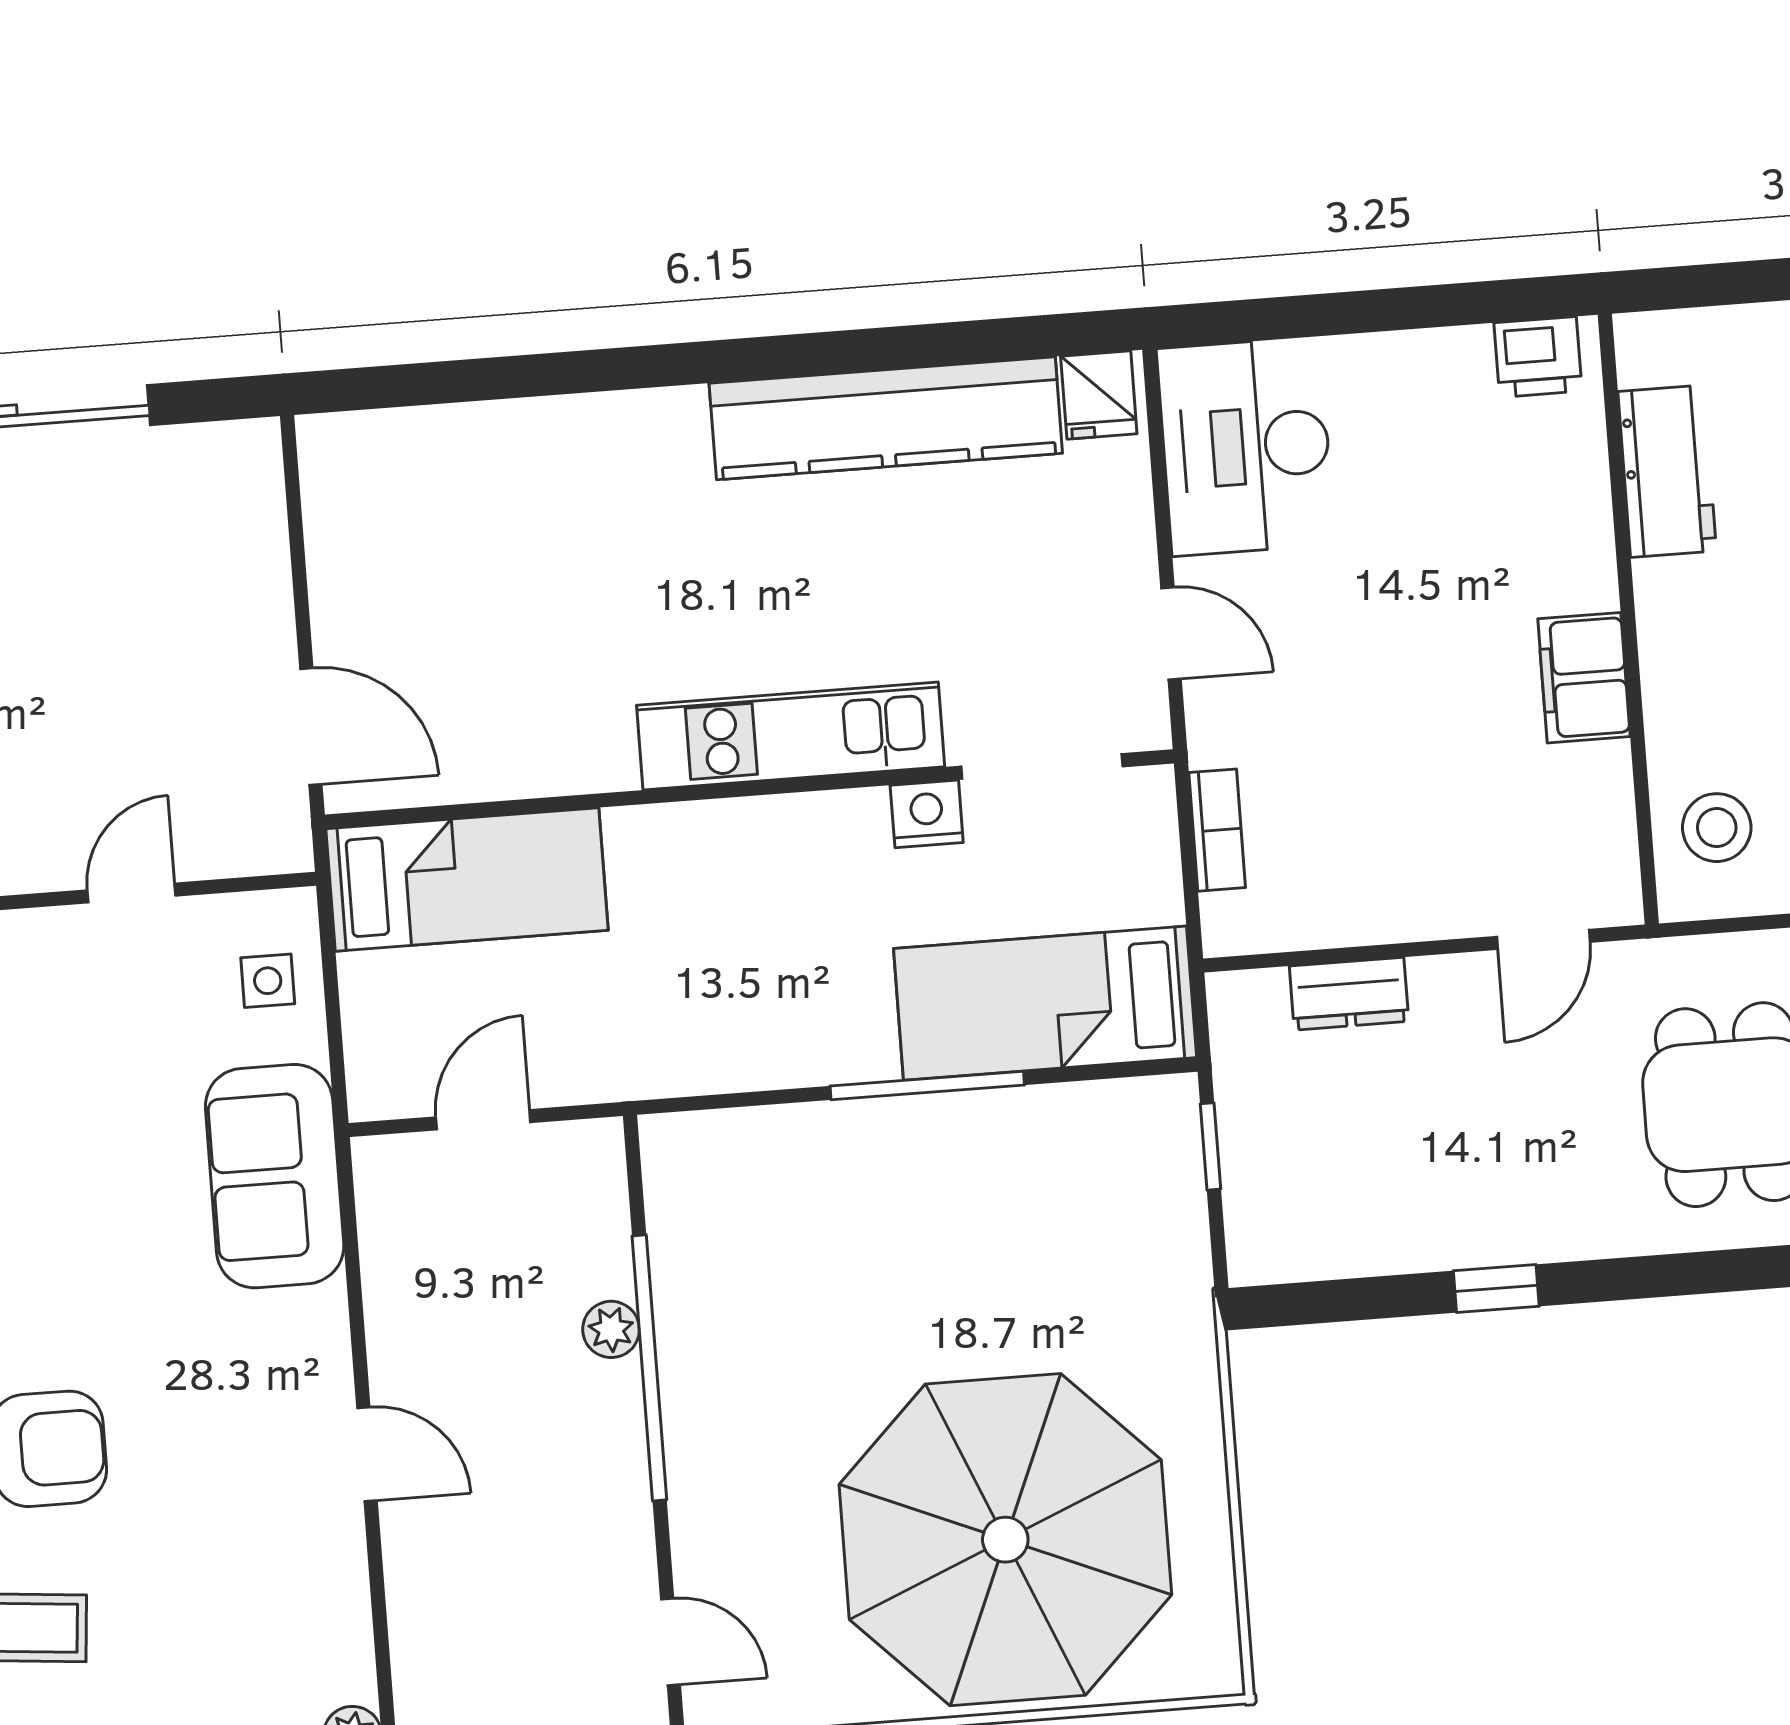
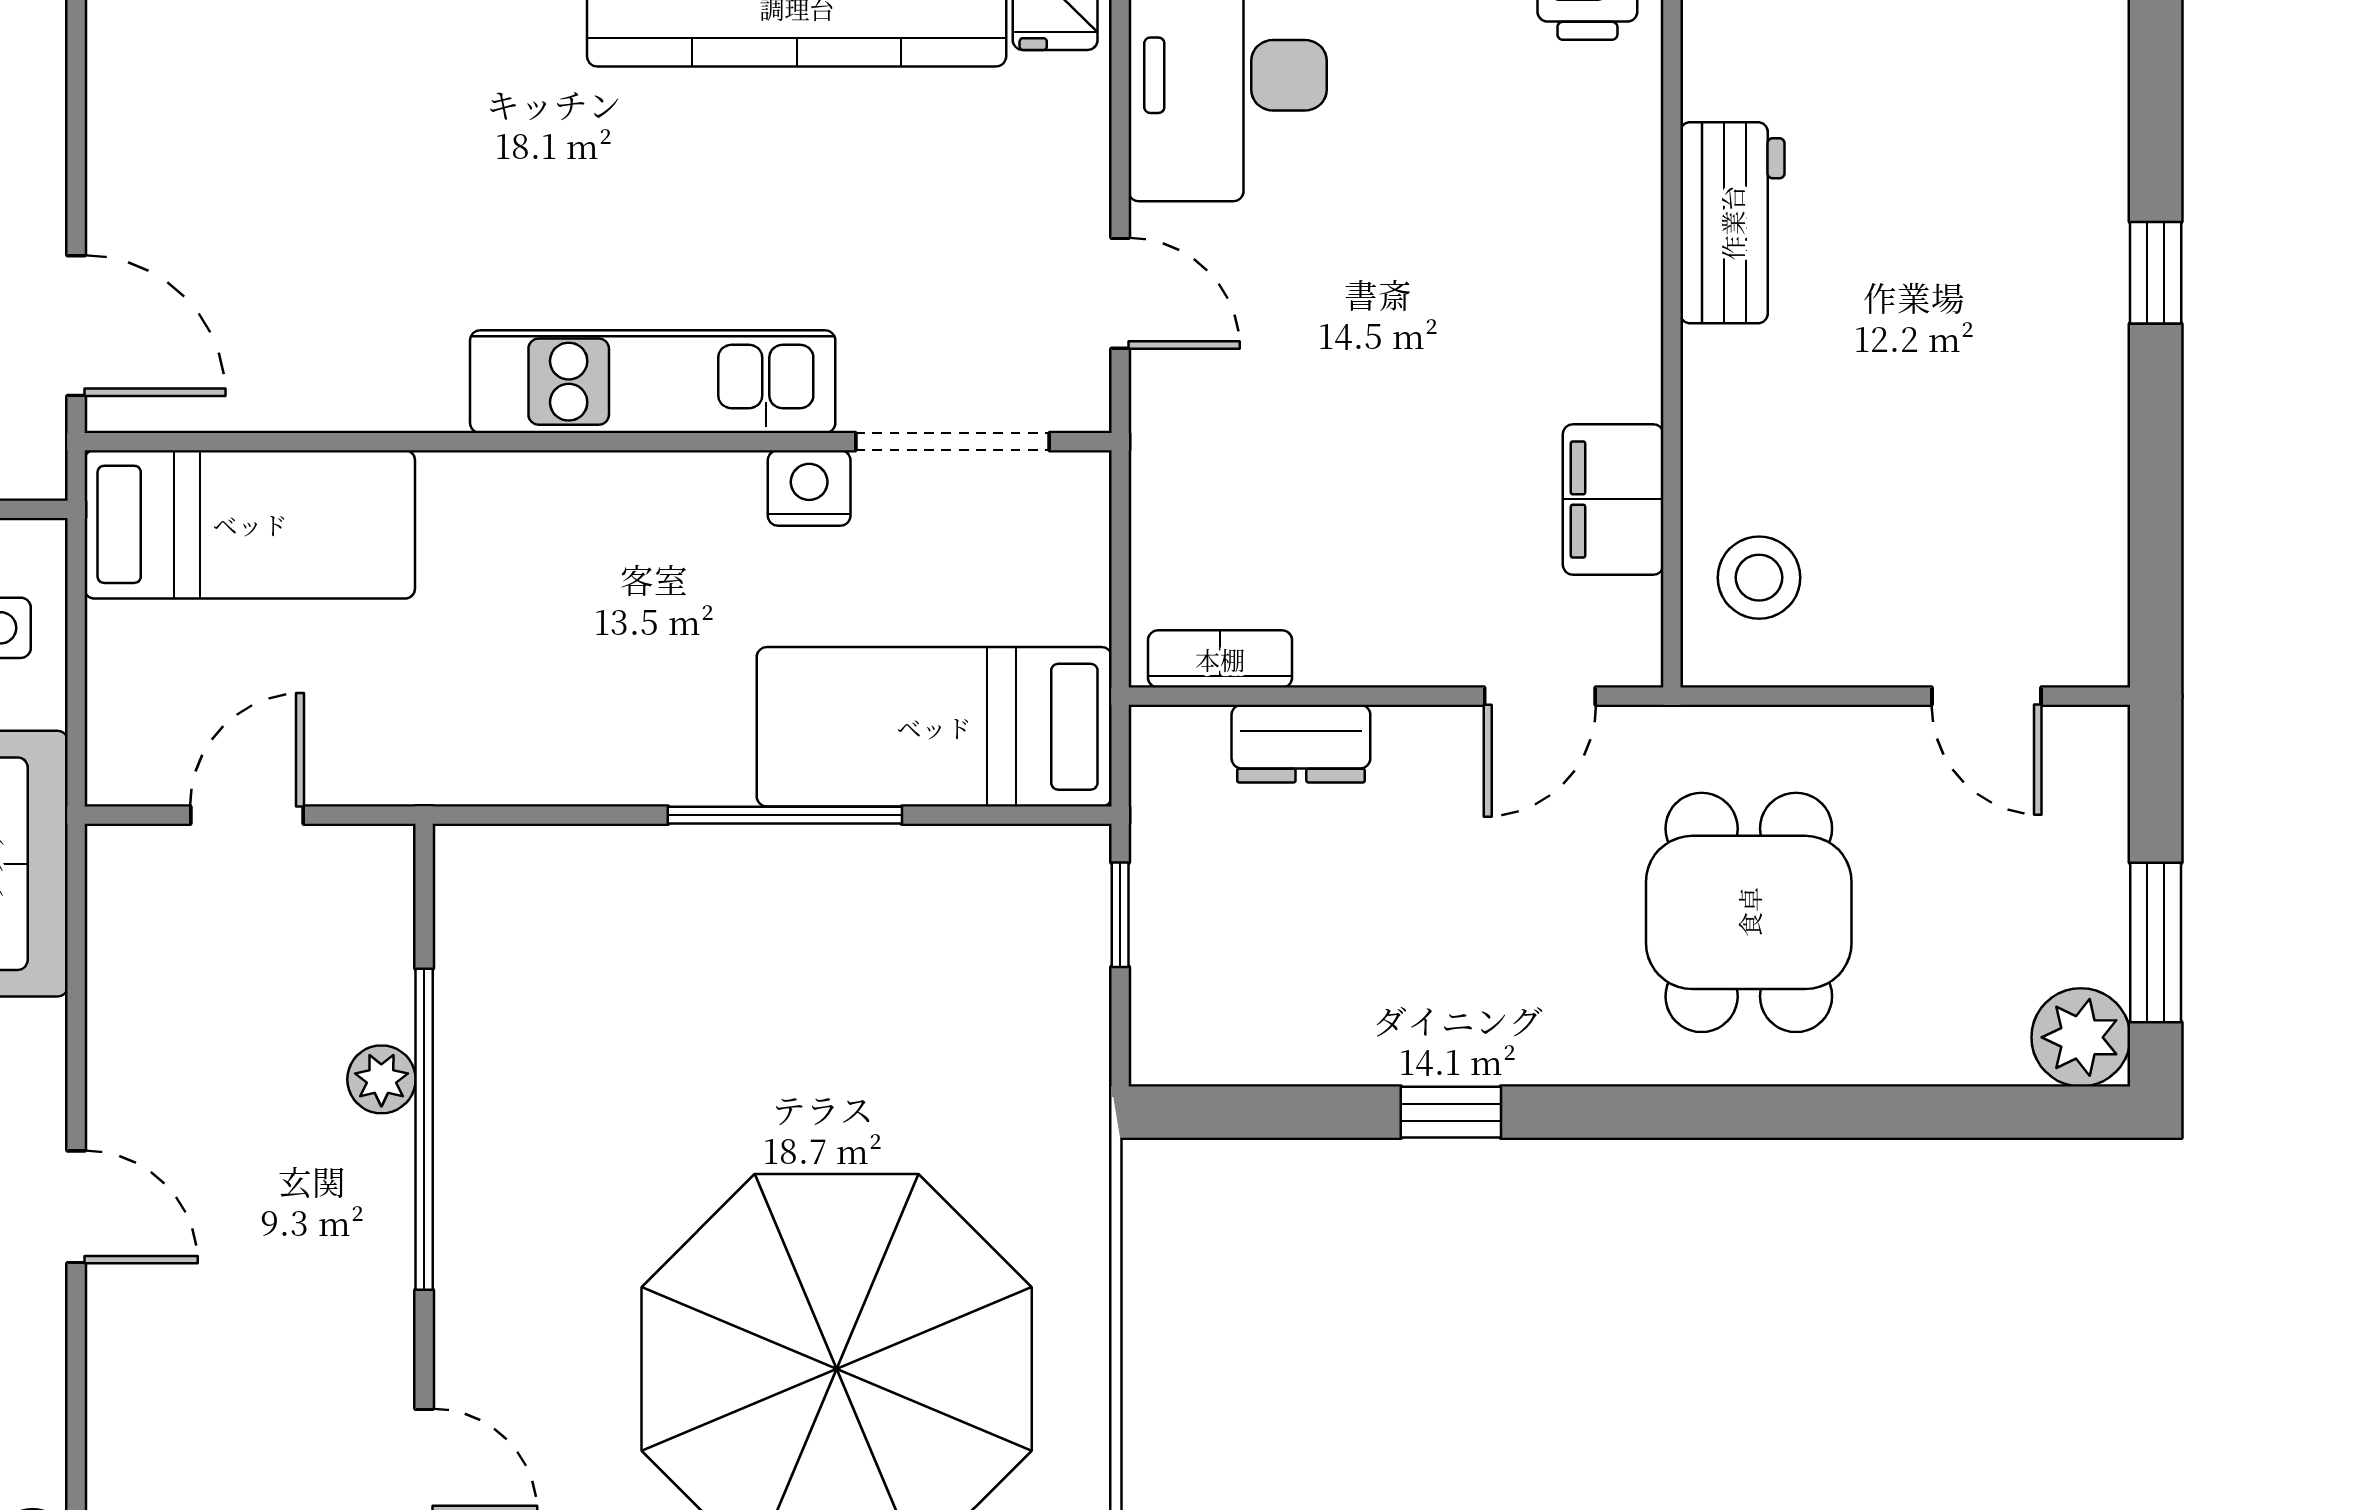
workbench: (1667, 471) -> (1732, 223), moved
filing cabinet: (1584, 678) -> (1613, 499), moved
bookcase: (1217, 830) -> (1220, 659), moved, turned -90

